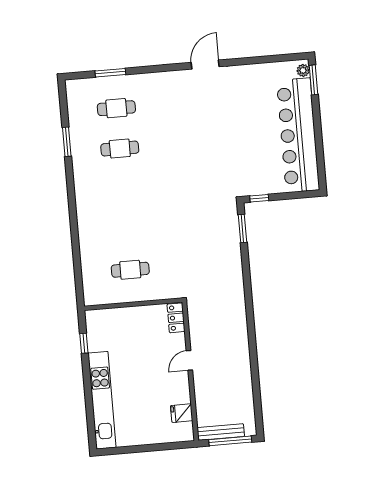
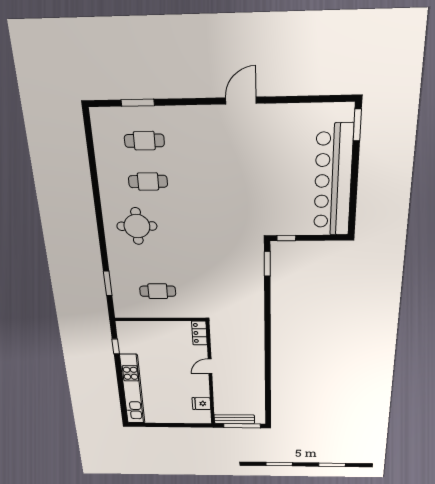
plant: (303, 70) -> (347, 114), removed
window: (67, 142) -> (108, 283), moved
round table: (109, 197) -> (137, 226), added

